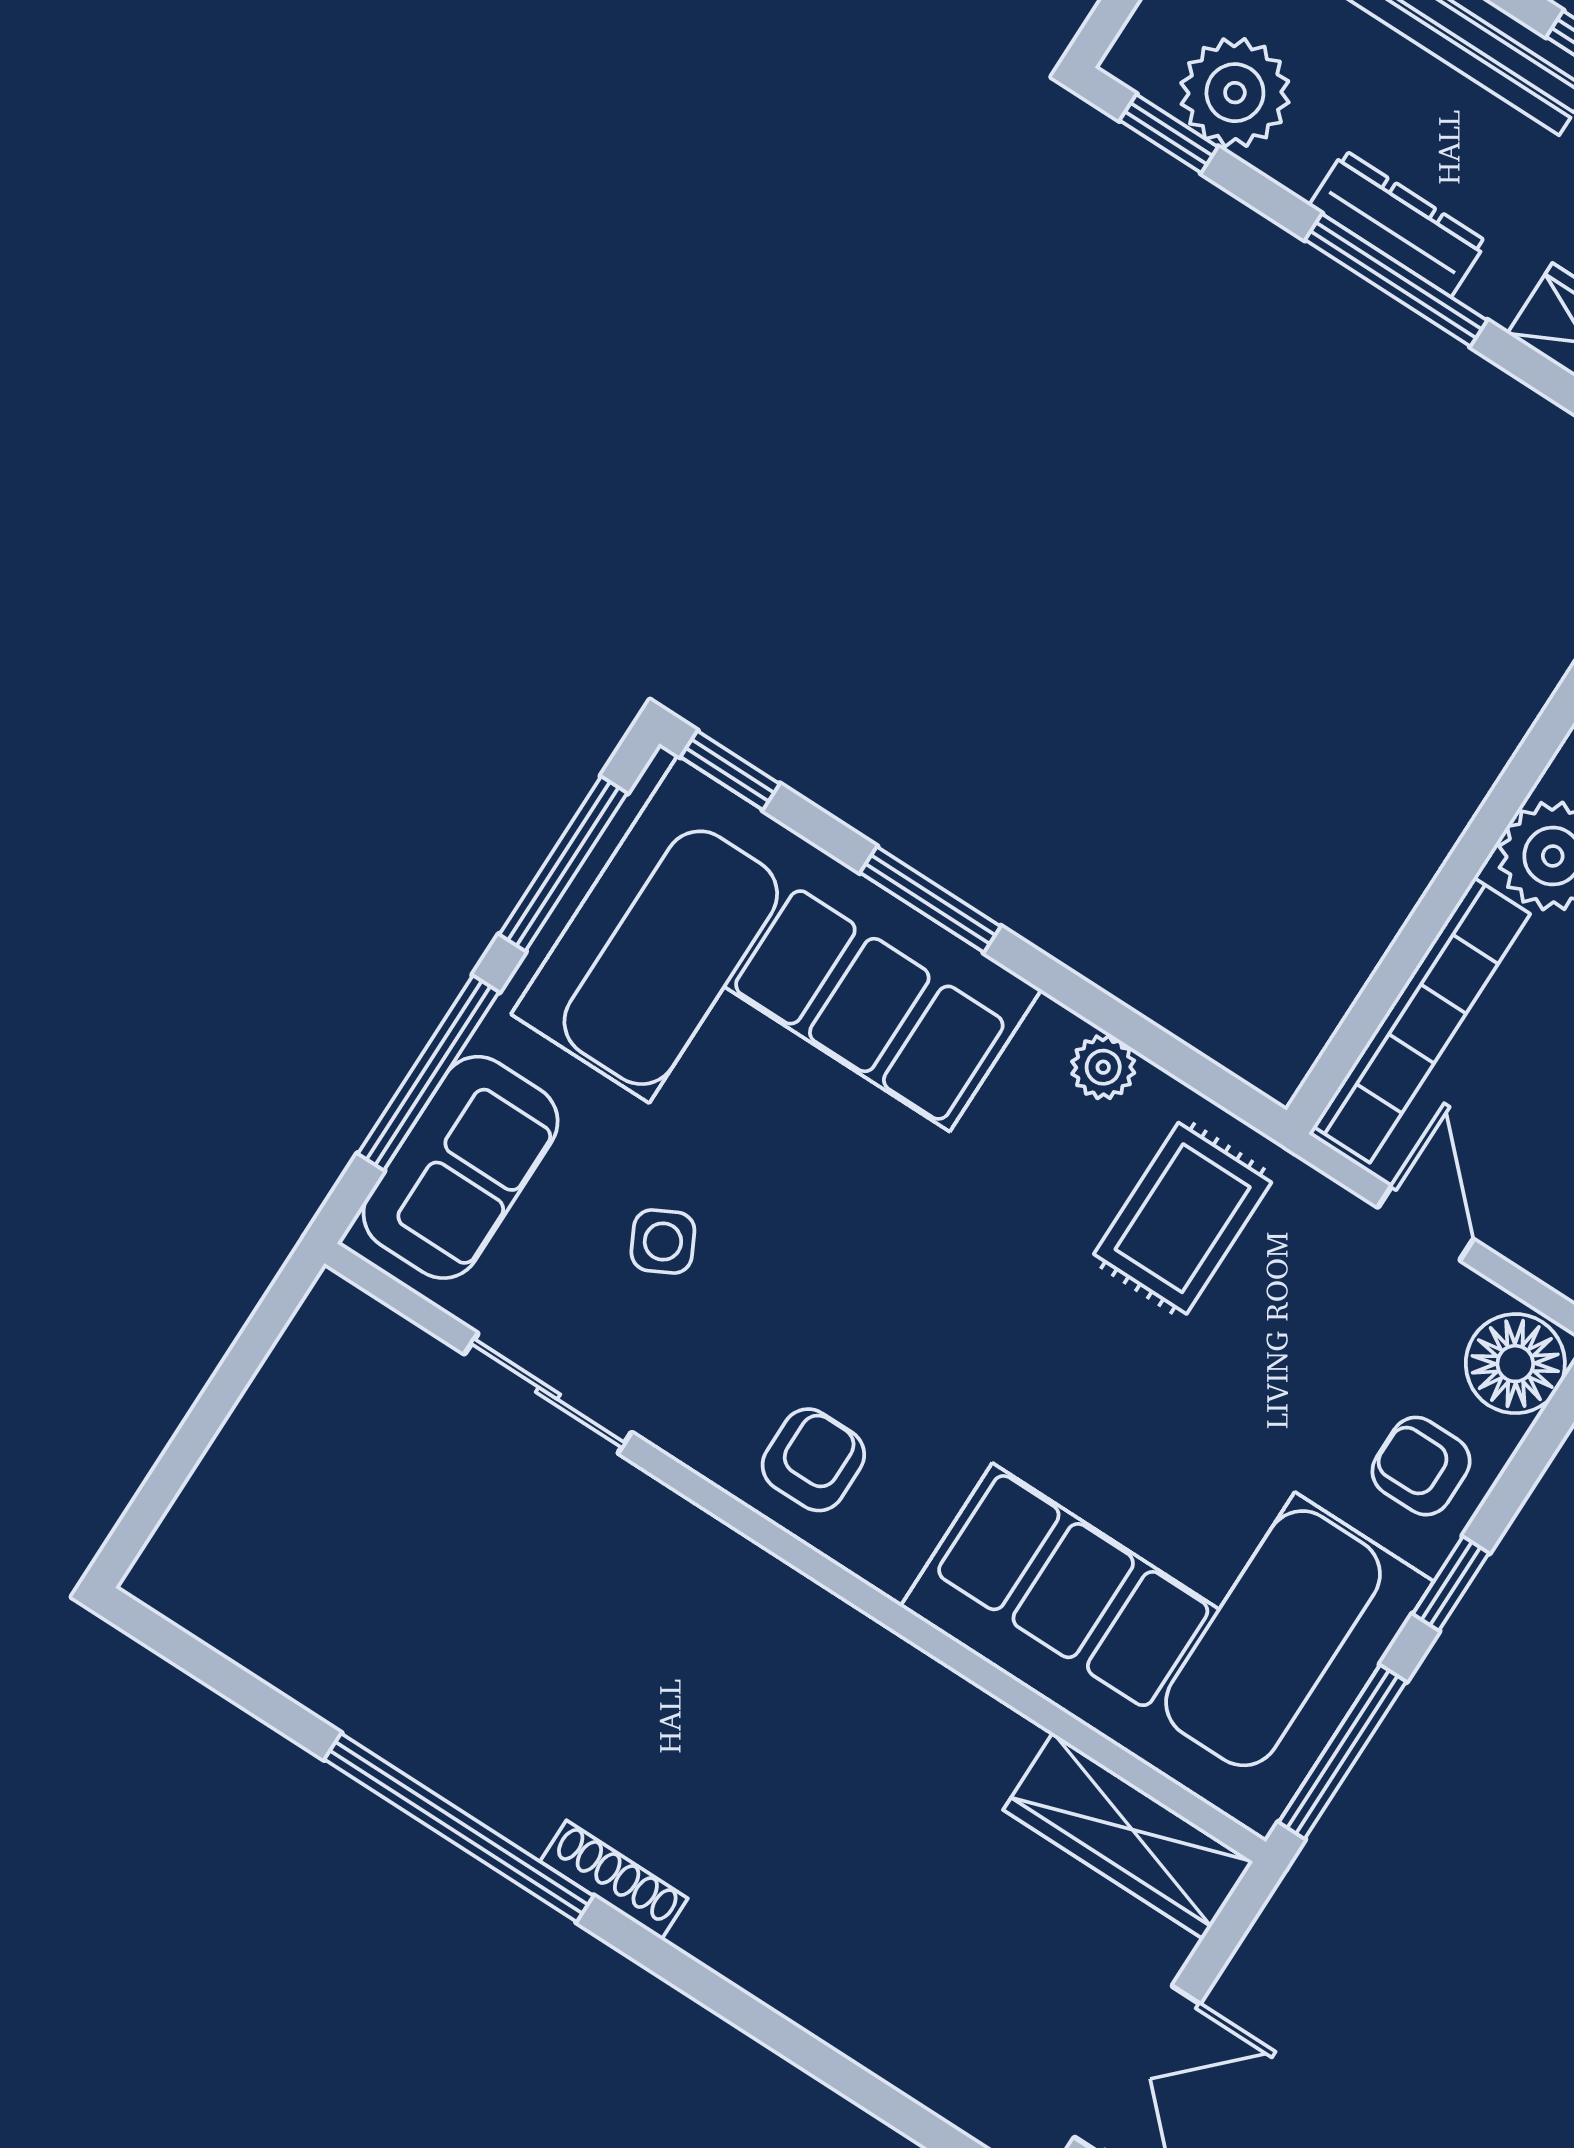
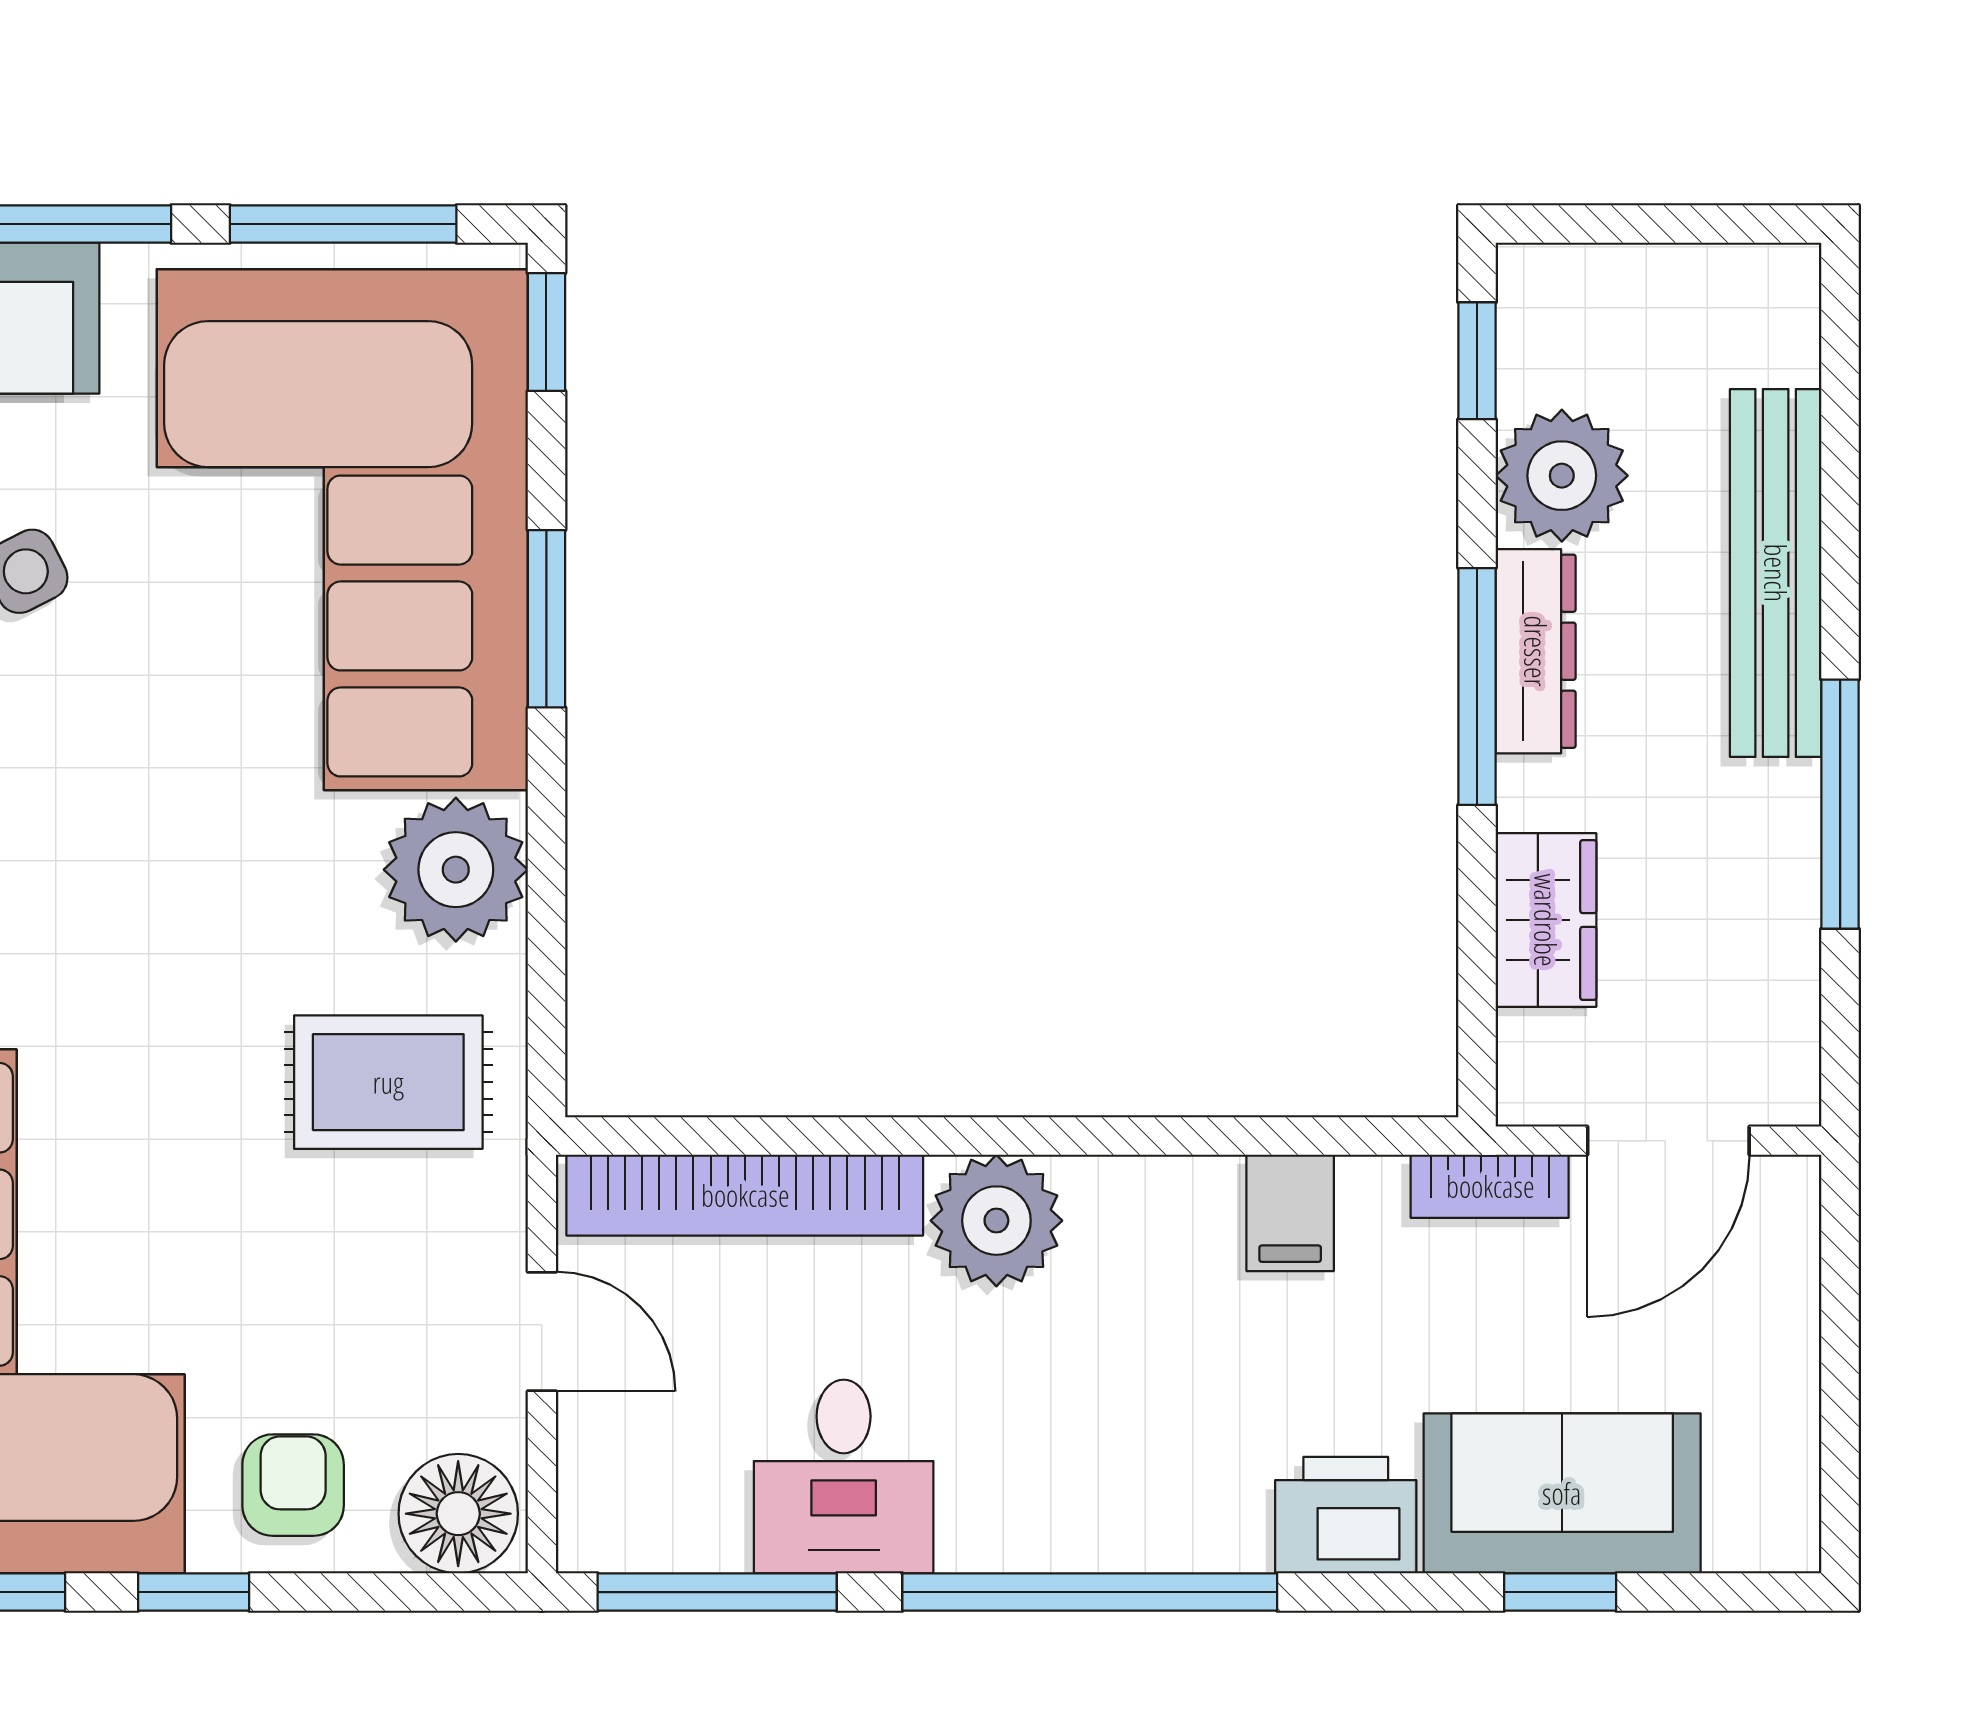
plant: (1235, 93) -> (1562, 476), moved
plant: (1103, 1067) -> (456, 870), width x1.87, depth x1.87
door: (1426, 1223) -> (542, 1331), hinge flipped

